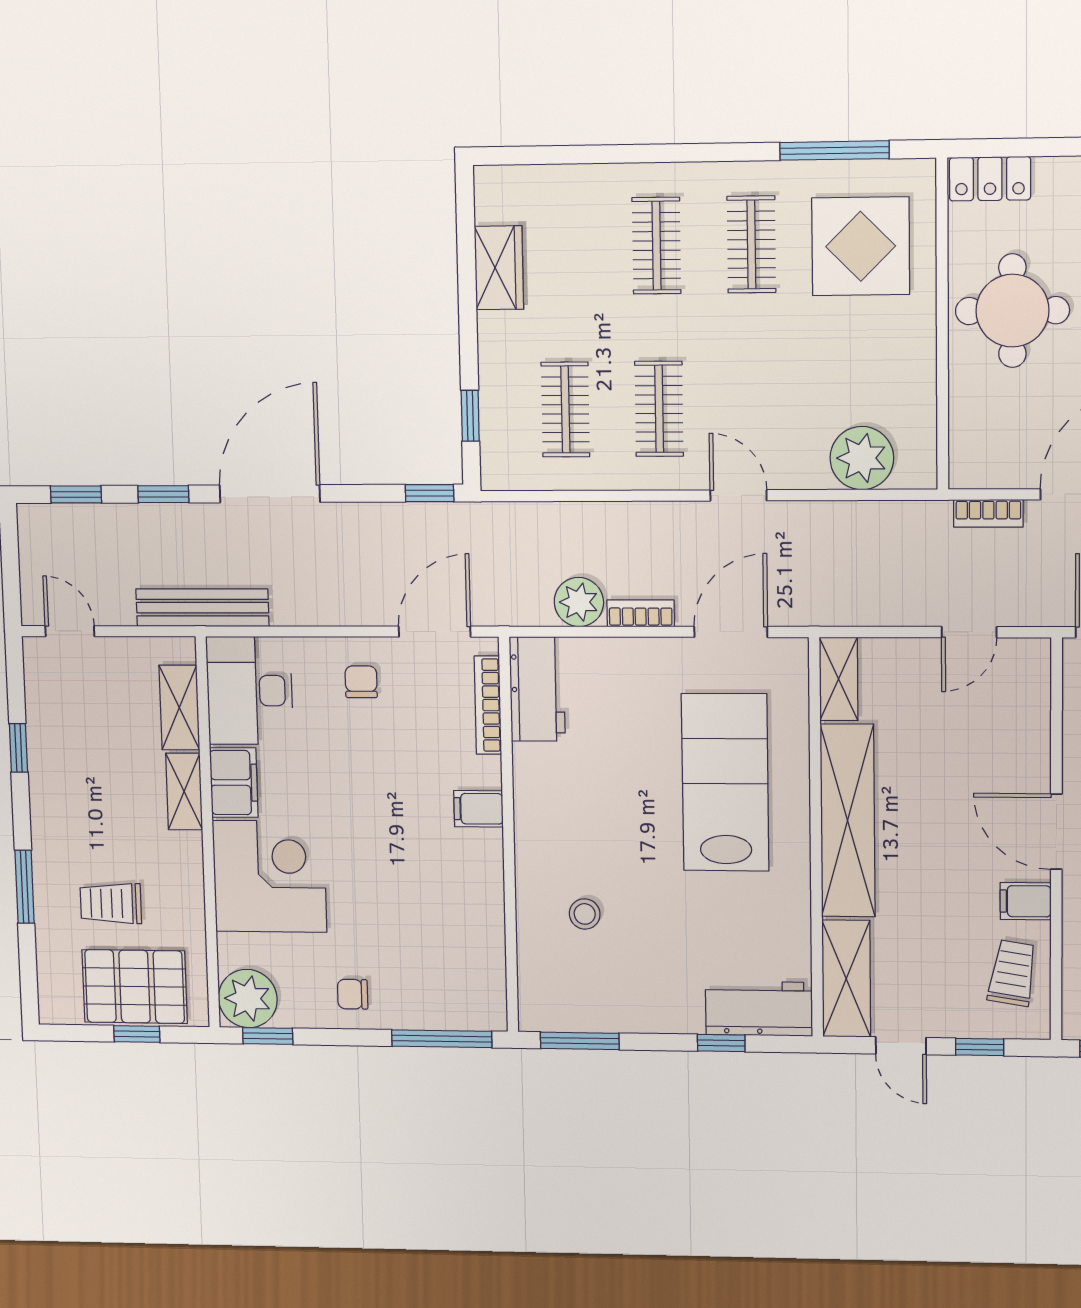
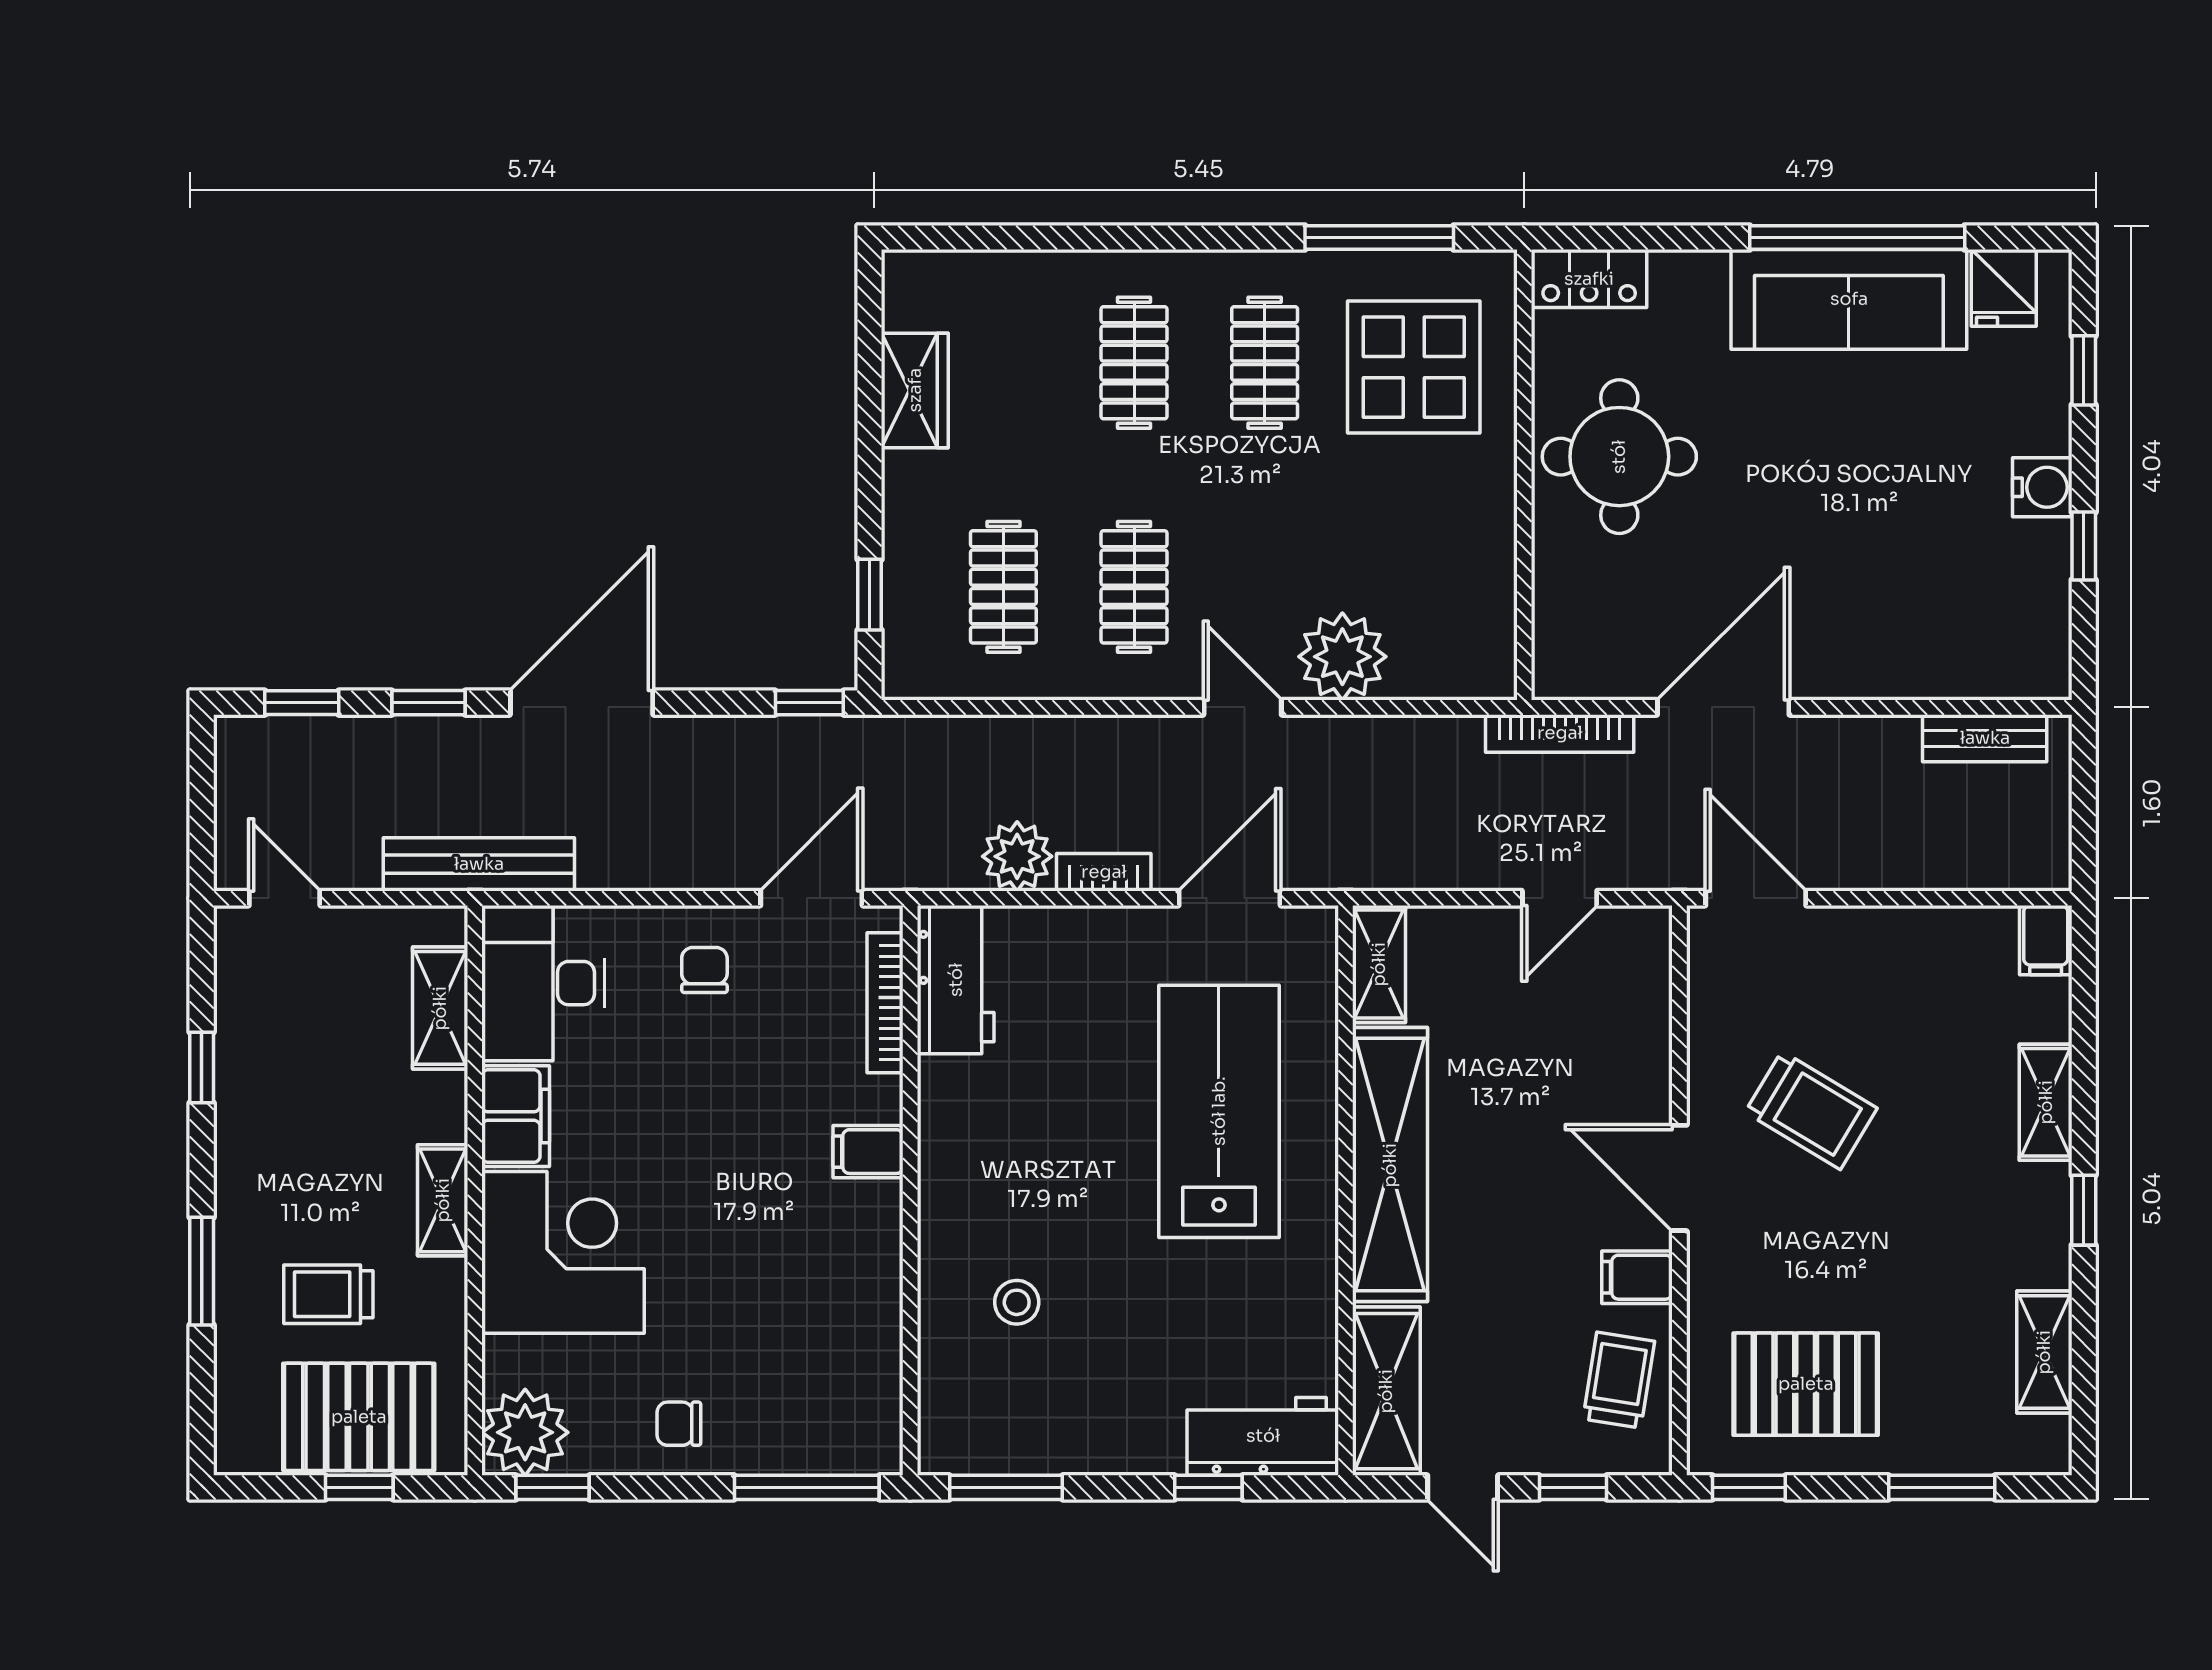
plant: (862, 458) -> (1342, 657), moved
bookcase: (988, 513) -> (1560, 733), width x1.56
shelving: (184, 791) -> (443, 1200), moved

